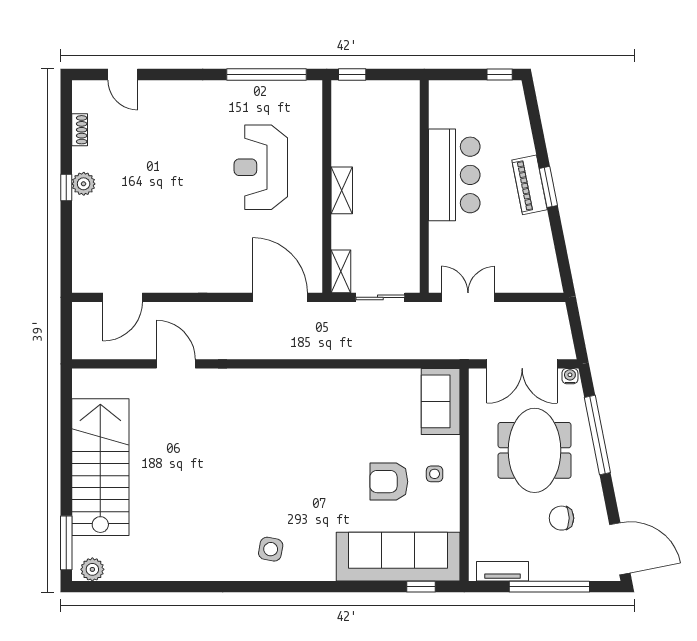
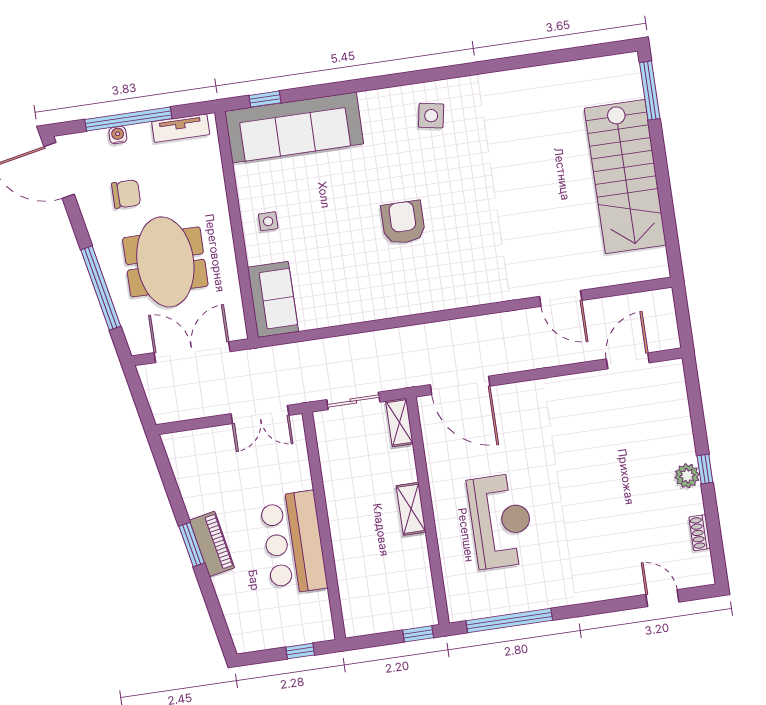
window: (500, 75) -> (300, 651), moved
water cooler: (570, 376) -> (118, 135), moved, turned 180
armchair: (389, 482) -> (403, 222), moved, turned -90
plant: (92, 569) -> (618, 66), removed

